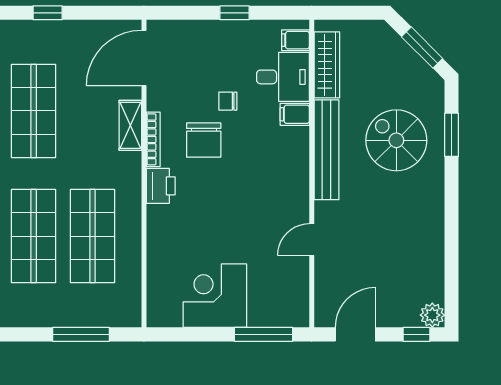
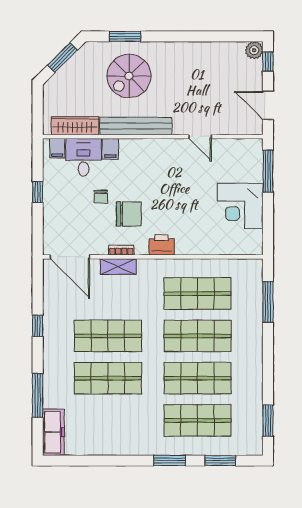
bookcase: (153, 139) -> (121, 250), width x0.64

